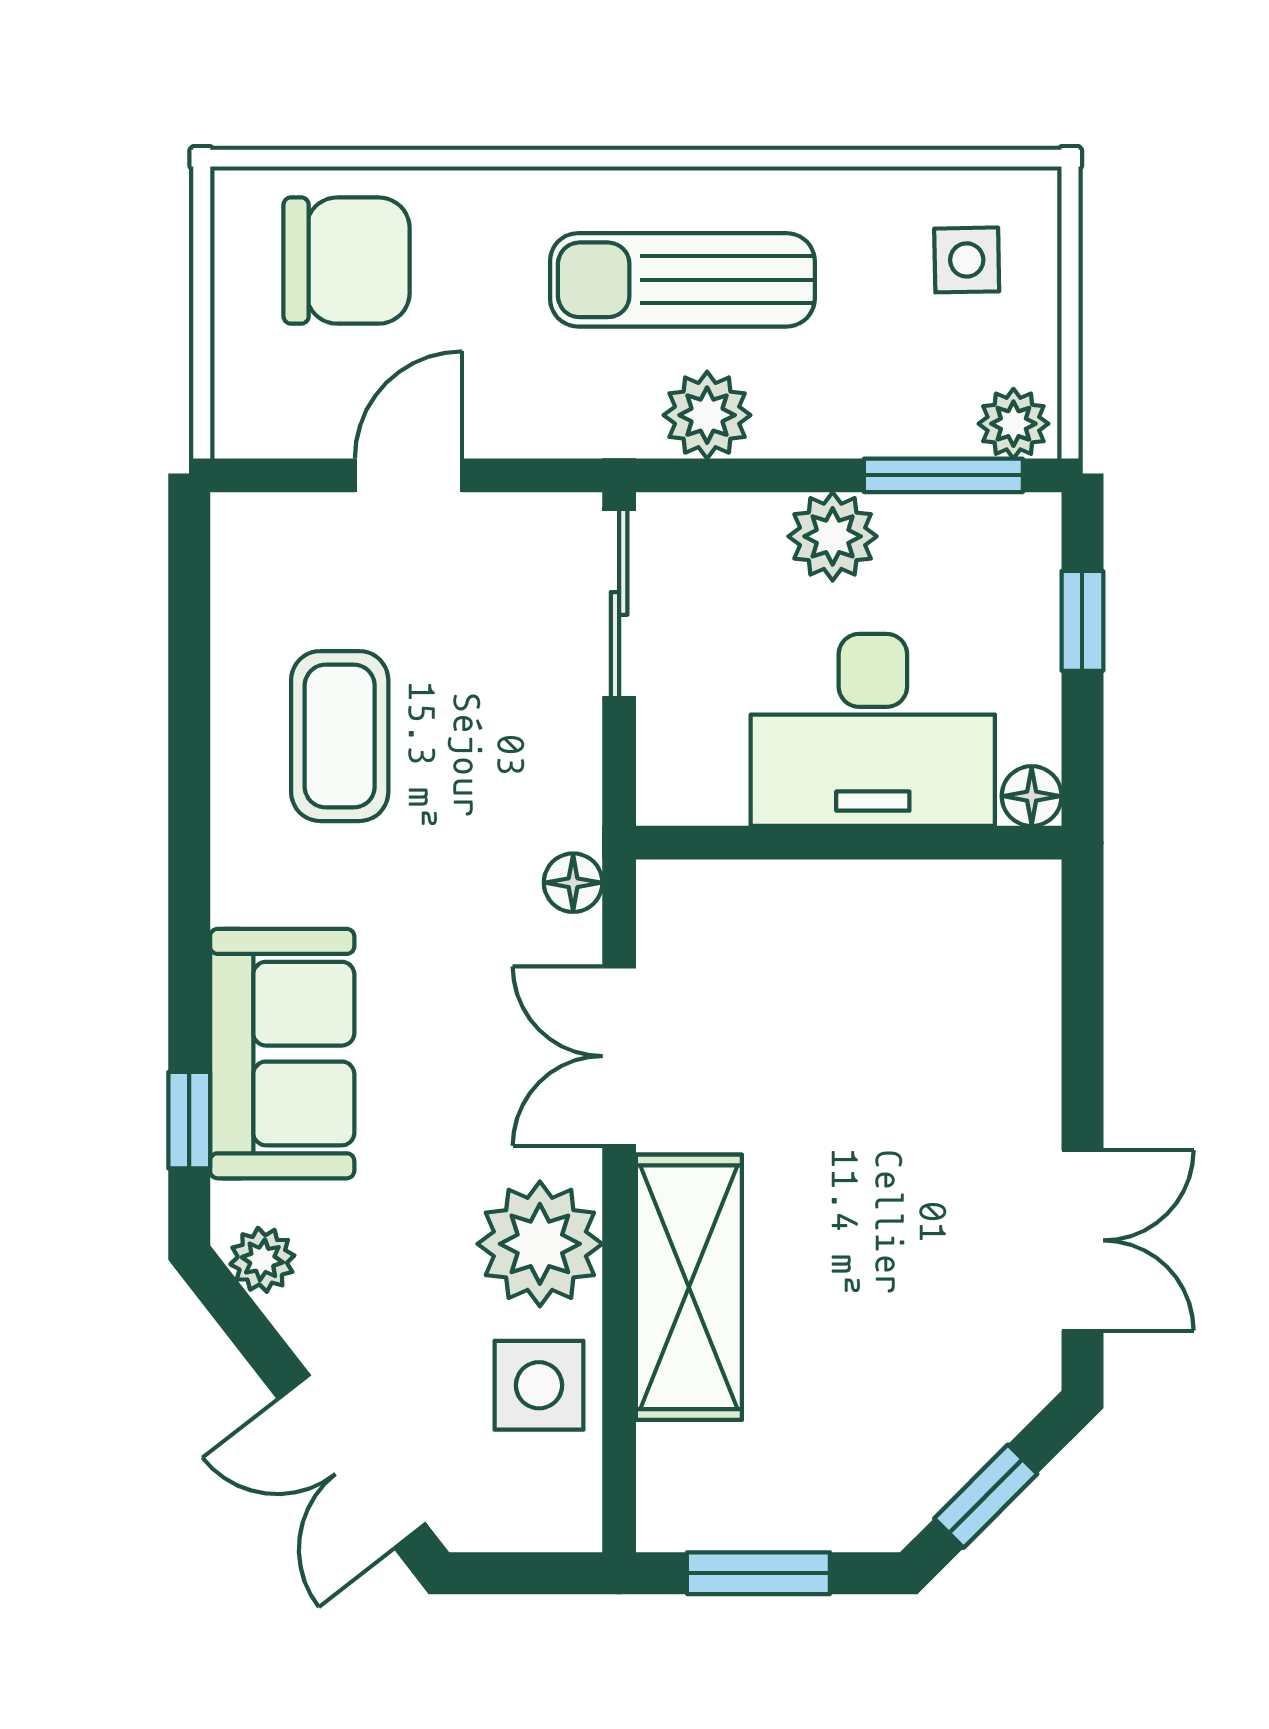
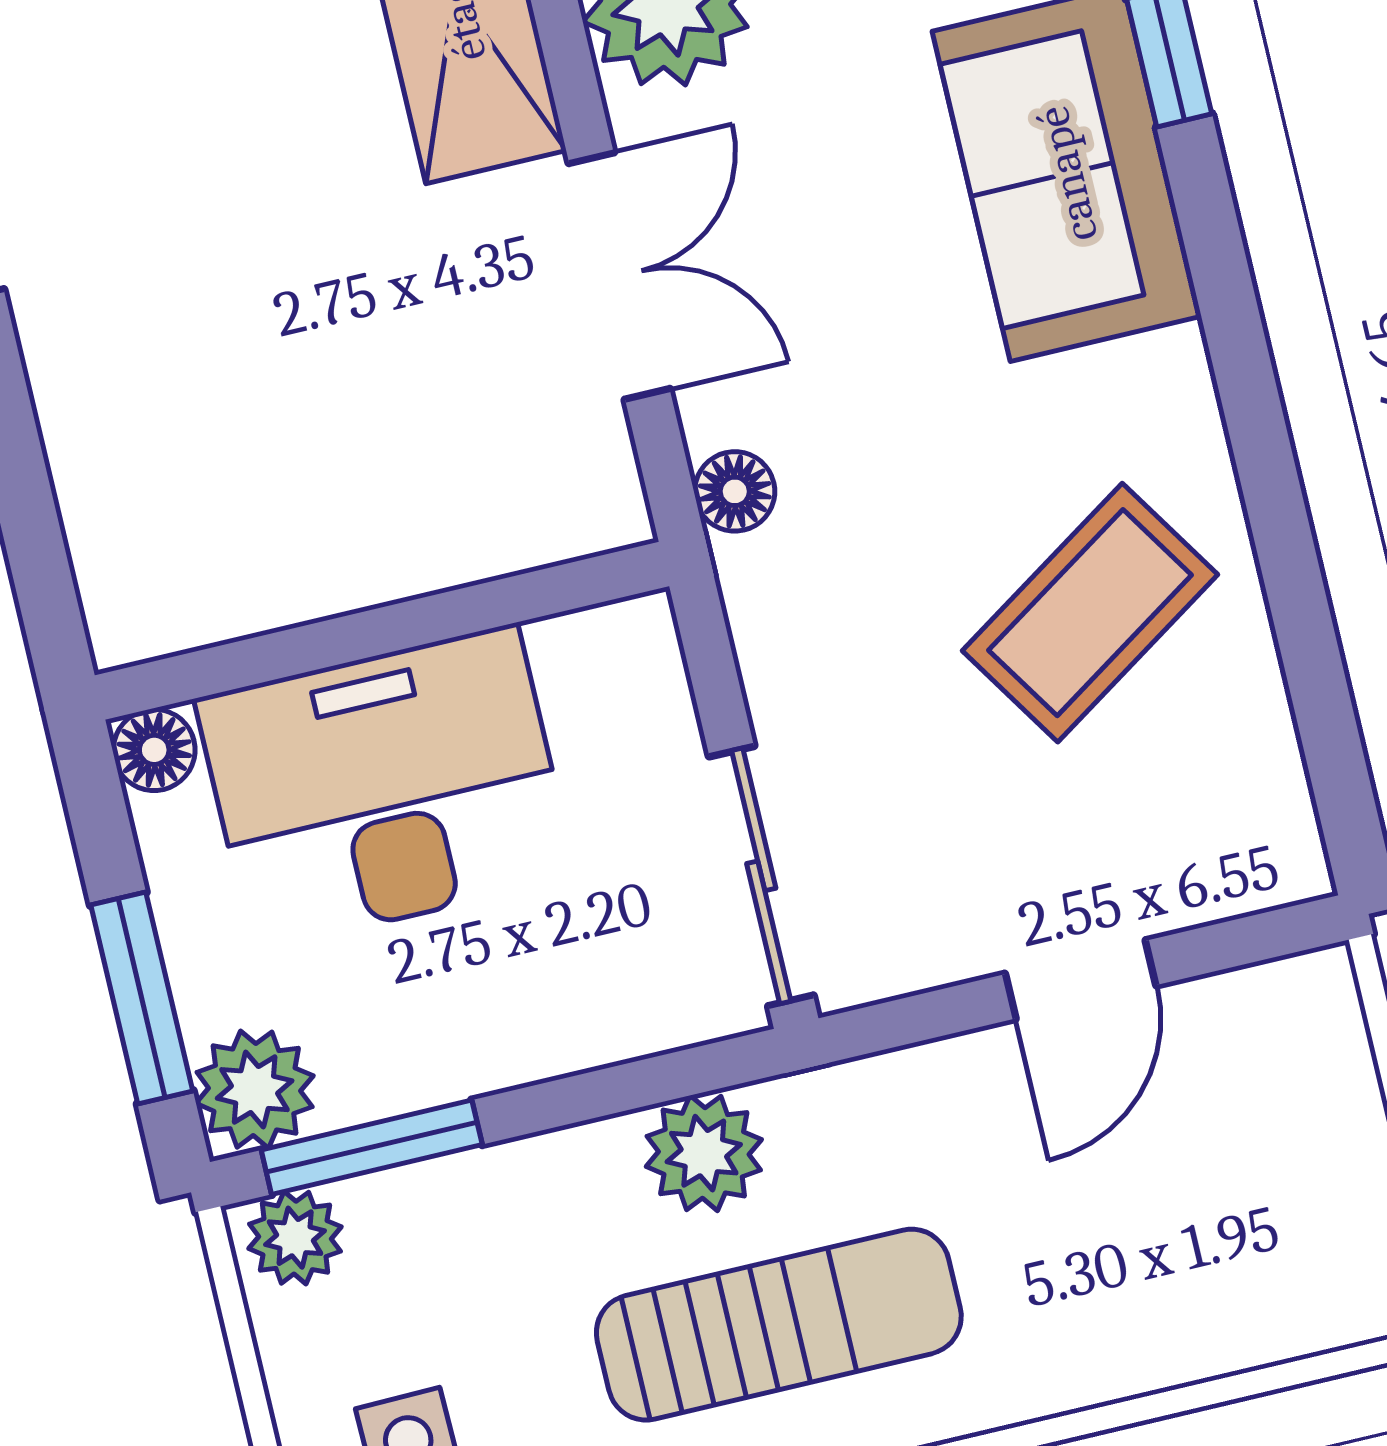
chair: (347, 261) -> (1230, 1245), removed
plant: (833, 536) -> (255, 1090), moved
window: (1082, 621) -> (142, 998), width x1.50
coffee table: (340, 736) -> (1090, 613), turned 57

